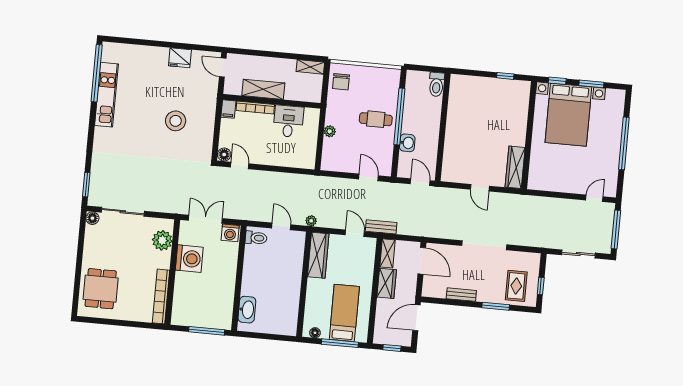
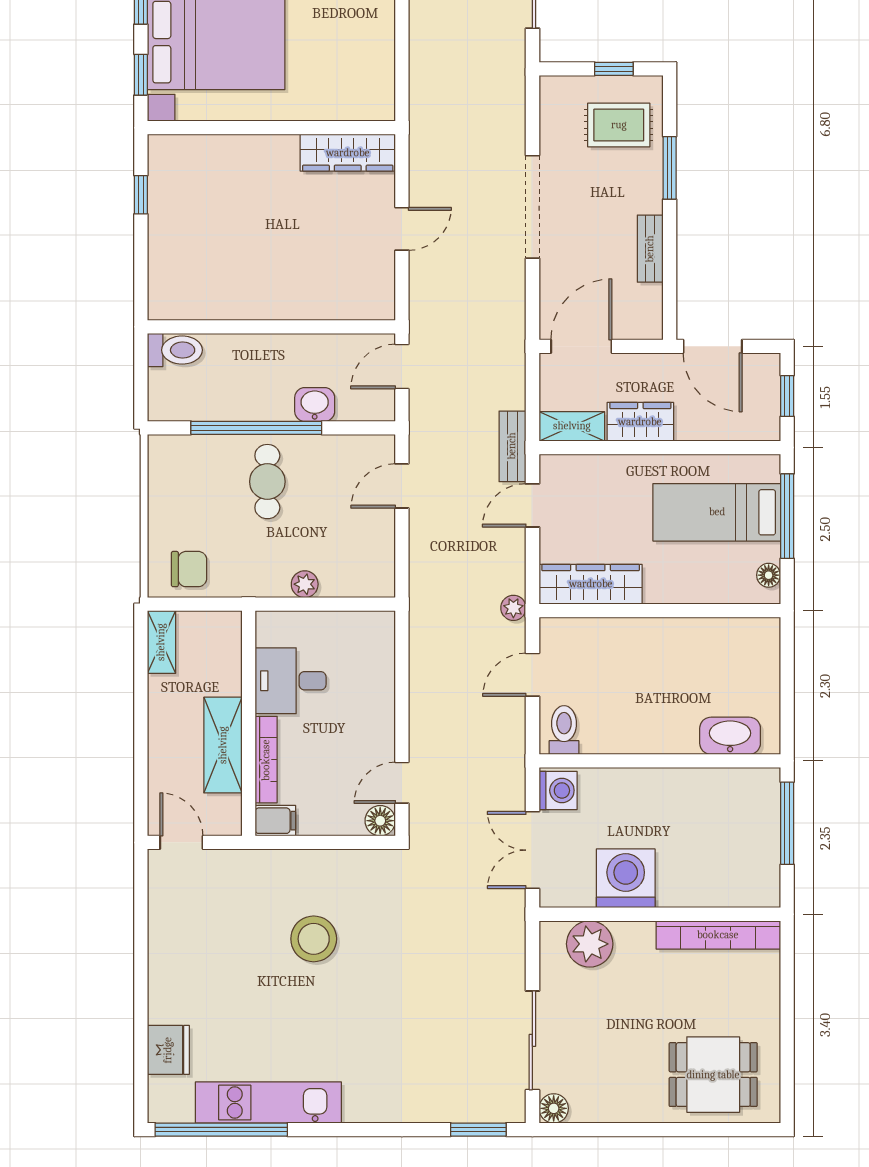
fridge: (180, 58) -> (168, 1050), moved
door: (223, 67) -> (181, 842), swing flipped

